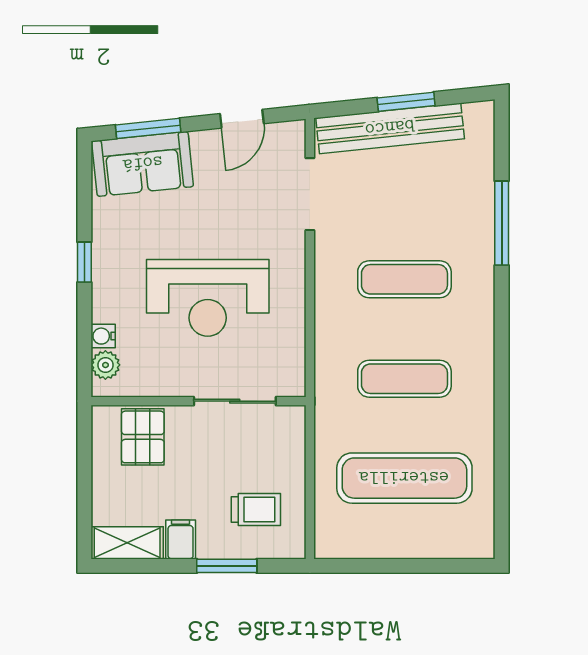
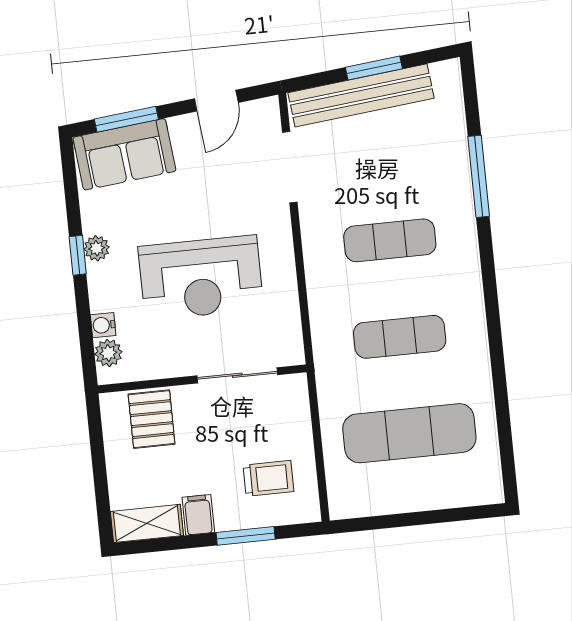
plant: (104, 257) -> (97, 248), added

